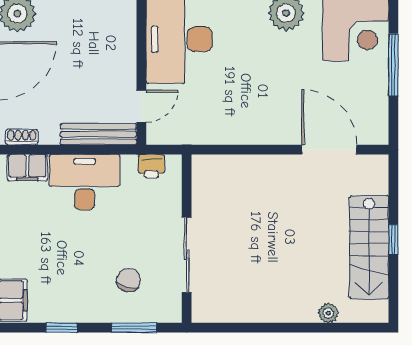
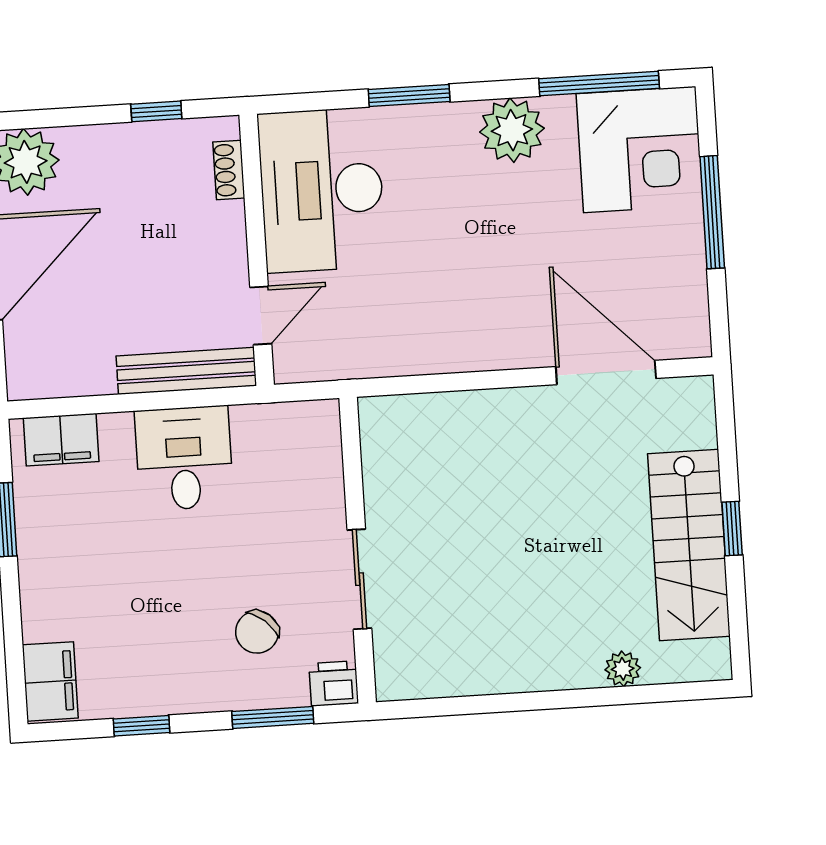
shoe rack: (22, 137) -> (229, 170), moved, turned -90
printer: (151, 166) -> (334, 683), moved, turned 180
desk: (85, 182) -> (184, 458), width x0.73
sliding door: (187, 255) -> (359, 579), width x0.73
chair: (128, 280) -> (257, 632), turned -153

